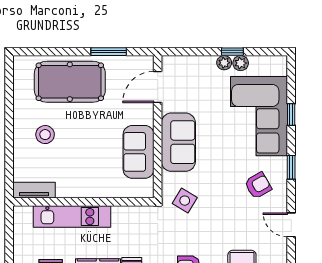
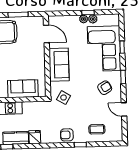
door: (158, 87) -> (46, 34), swing flipped
sofa: (139, 152) -> (23, 89), moved, turned 90

